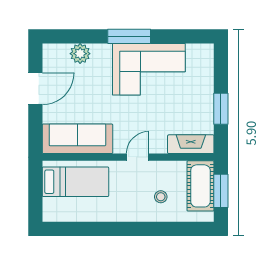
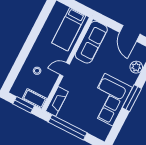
window: (221, 109) -> (68, 127), width x2.11
door: (138, 157) -> (65, 69), swing flipped
cot: (200, 186) -> (35, 99), width x0.73, depth x0.75

